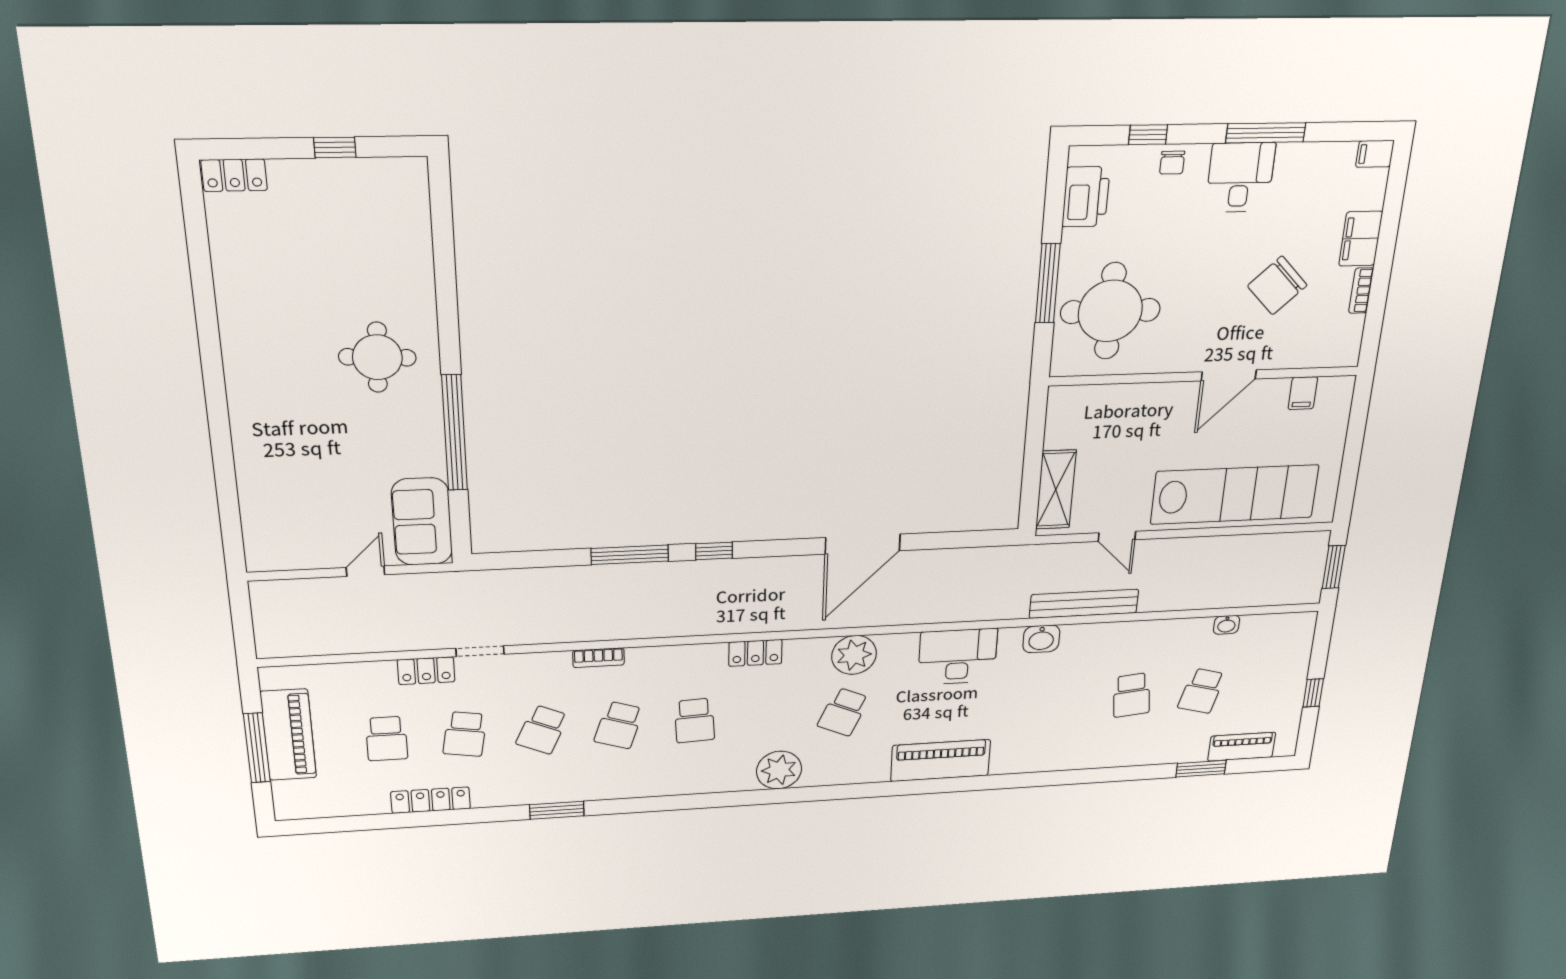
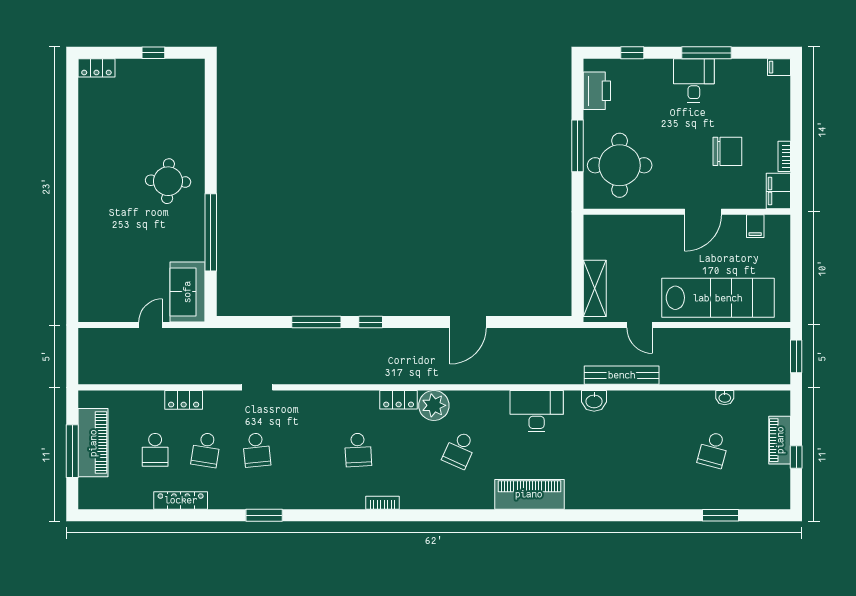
chair: (1172, 163) -> (649, 70), removed
filing cabinet: (1361, 239) -> (778, 191), moved
chair: (1277, 286) -> (727, 151), turned -136
door: (863, 544) -> (468, 322), width x0.73
doorway: (480, 651) -> (257, 387), moved
plant: (854, 655) -> (434, 405), moved
bookcase: (598, 658) -> (383, 503), moved, turned 180
school desk: (1132, 695) -> (662, 450), removed
school desk: (619, 725) -> (307, 450), removed
school desk: (542, 729) -> (257, 450), turned -30
piano: (1242, 747) -> (780, 440), moved, turned -90
plant: (779, 770) -> (416, 494), removed

